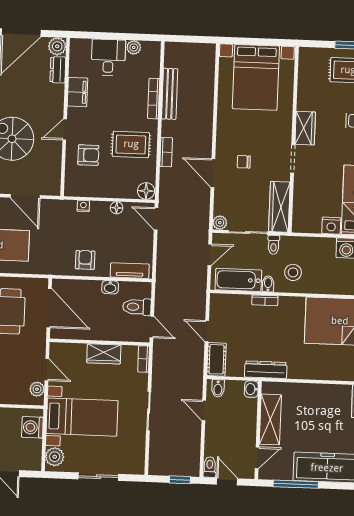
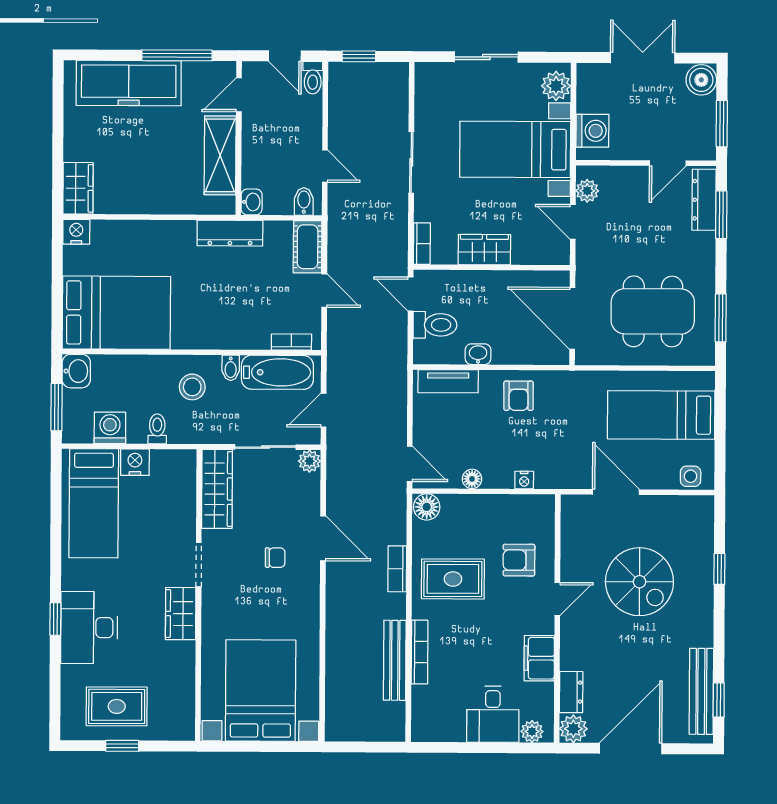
plant: (134, 47) -> (532, 731), moved
toilet: (274, 245) -> (157, 429), moved
bookcase: (265, 300) -> (291, 342), moved

